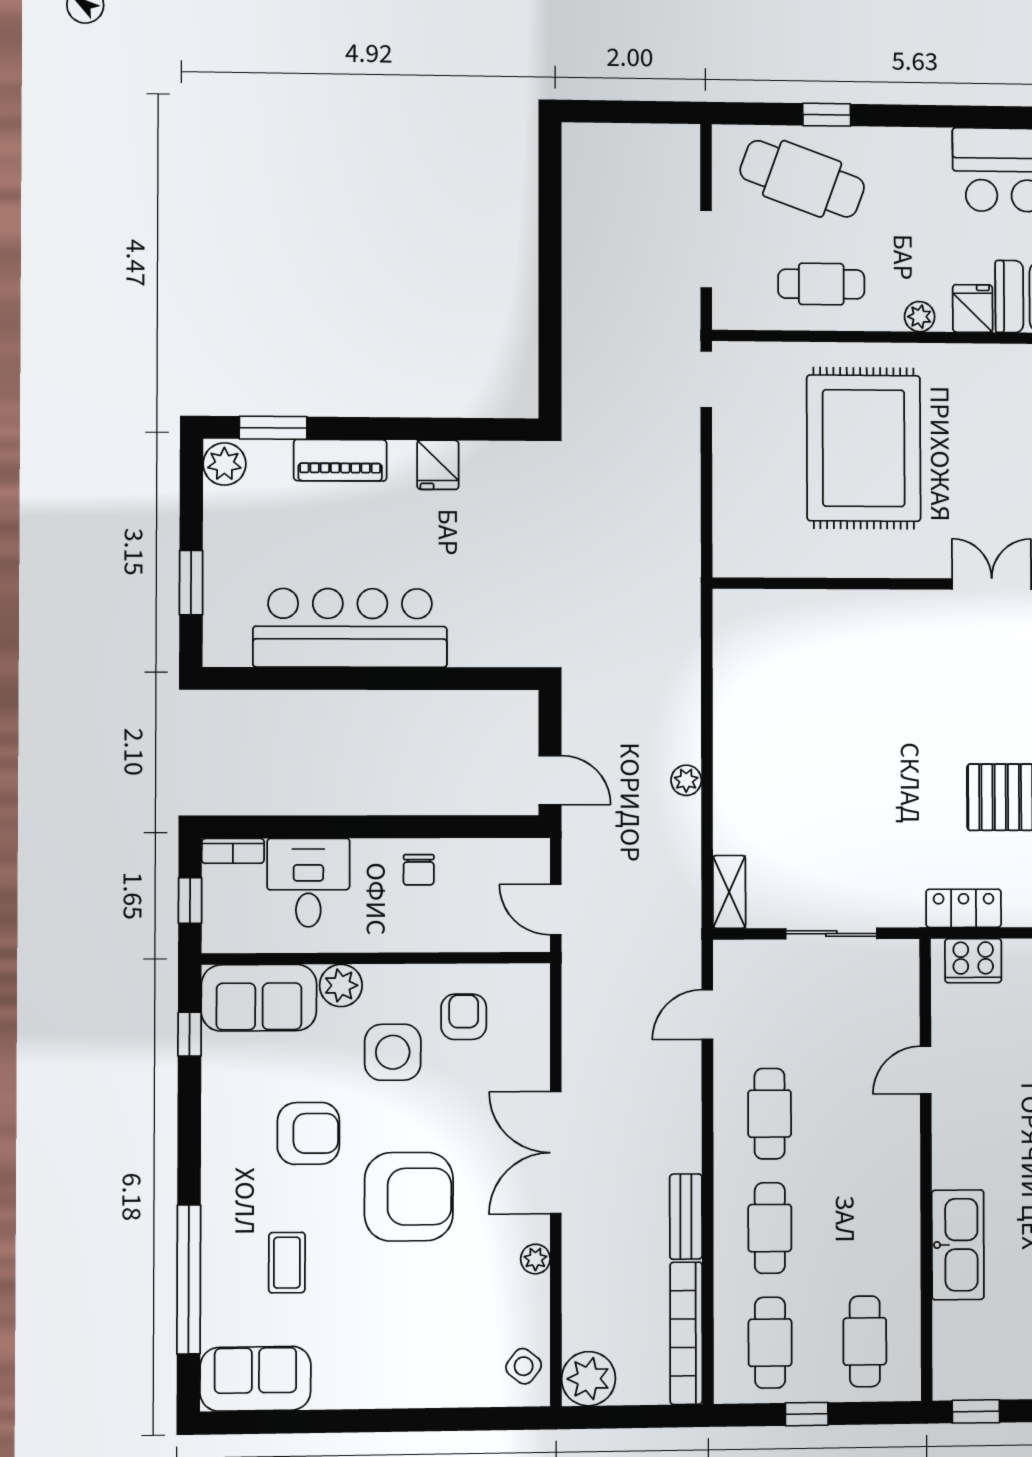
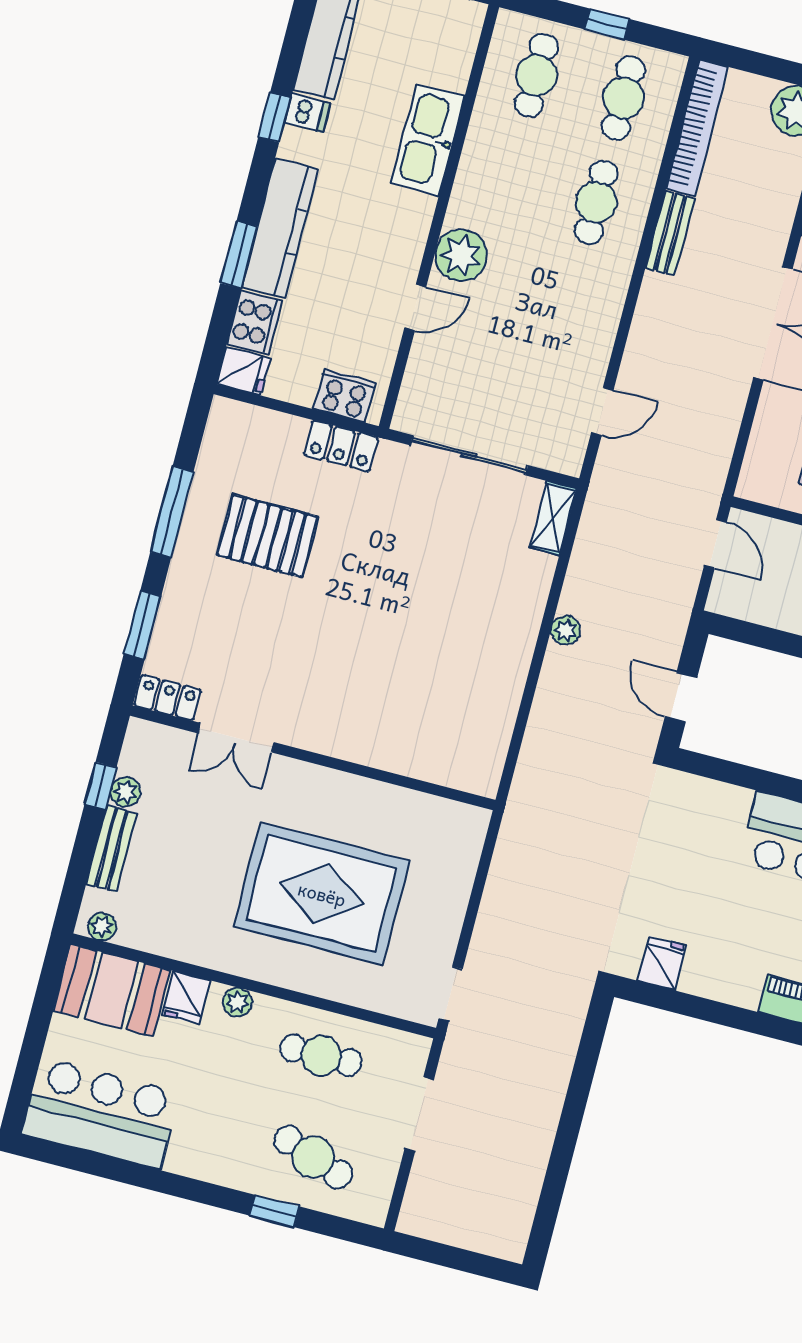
cafe table: (802, 179) -> (313, 1157), width x0.73, depth x0.74
rug: (864, 448) -> (322, 894), turned 90
fridge: (438, 465) -> (662, 963), moved
door: (550, 780) -> (681, 697), moved
sliding door: (831, 934) -> (469, 455), width x1.37
cafe table: (770, 1114) -> (569, 306), removed
plant: (893, 1136) -> (461, 255), added

